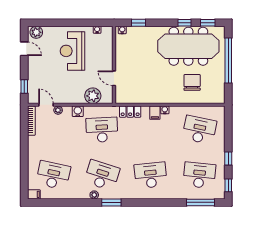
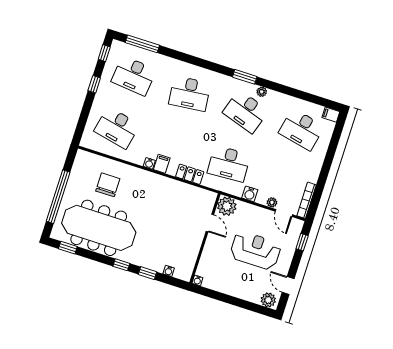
window: (185, 23) -> (121, 265), moved
reception desk: (72, 51) -> (255, 250), moved, turned -90
wall: (114, 65) -> (205, 238), moved
door: (114, 78) -> (210, 223), moved
chair: (192, 82) -> (108, 185), turned 180

